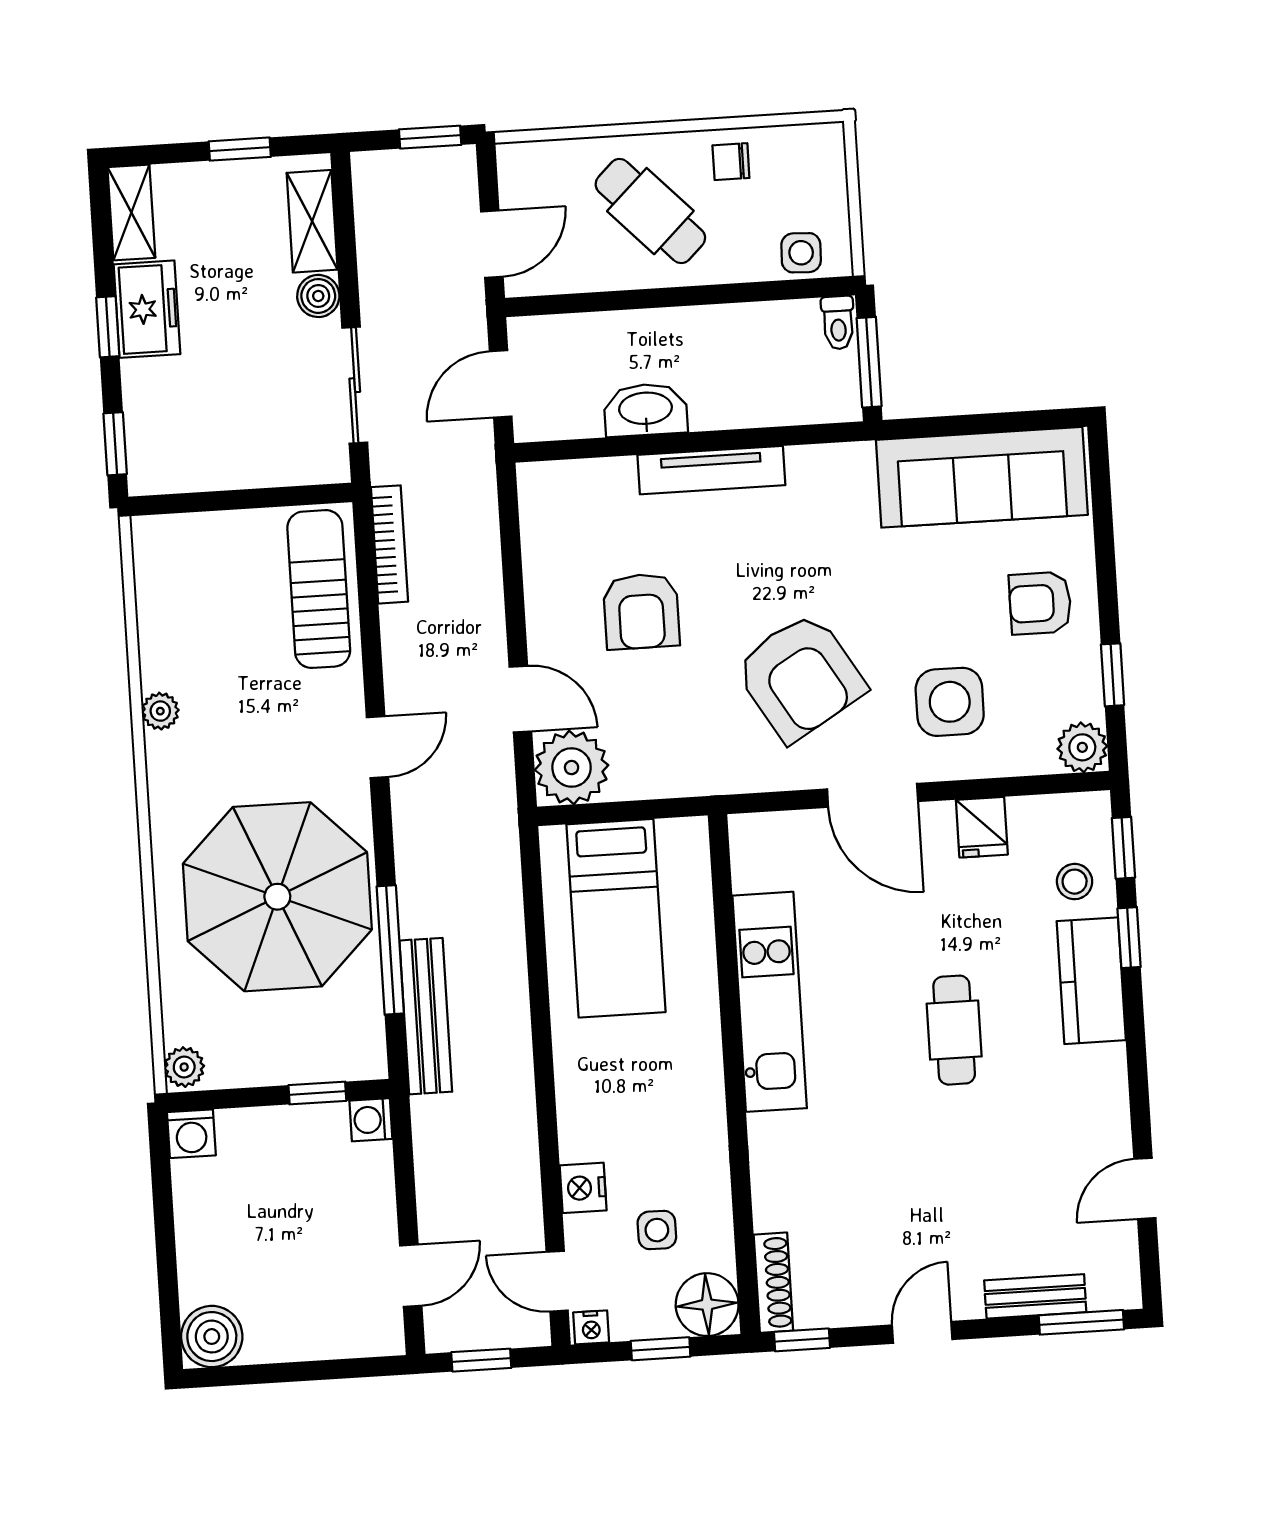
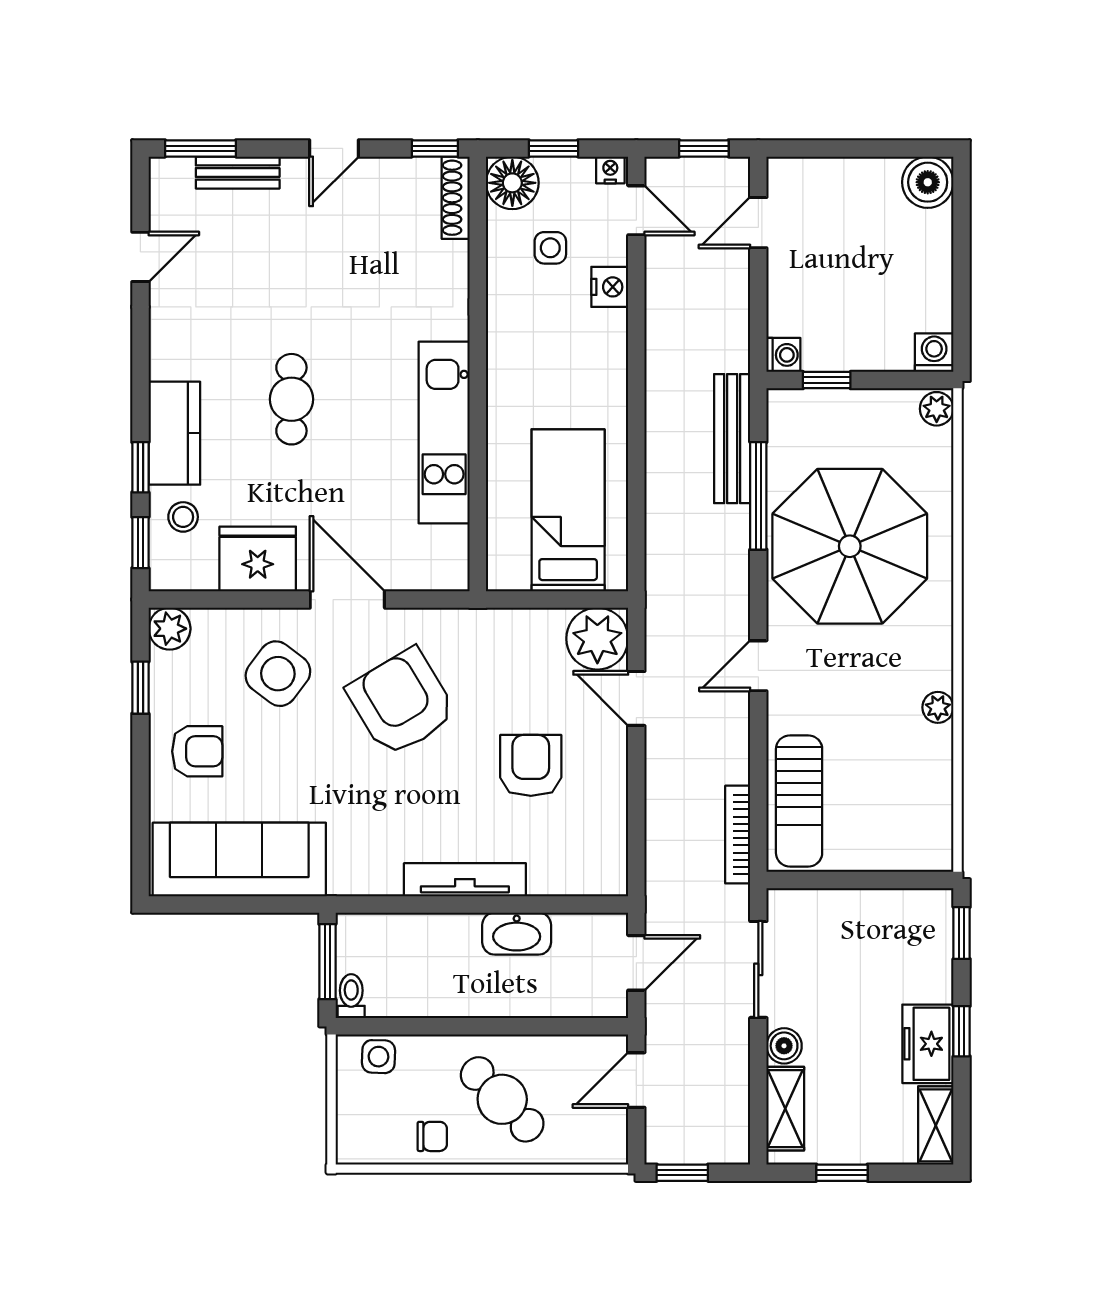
side table: (950, 702) -> (278, 674), turned 37
fridge: (982, 827) -> (258, 559), width x1.88, depth x1.34

